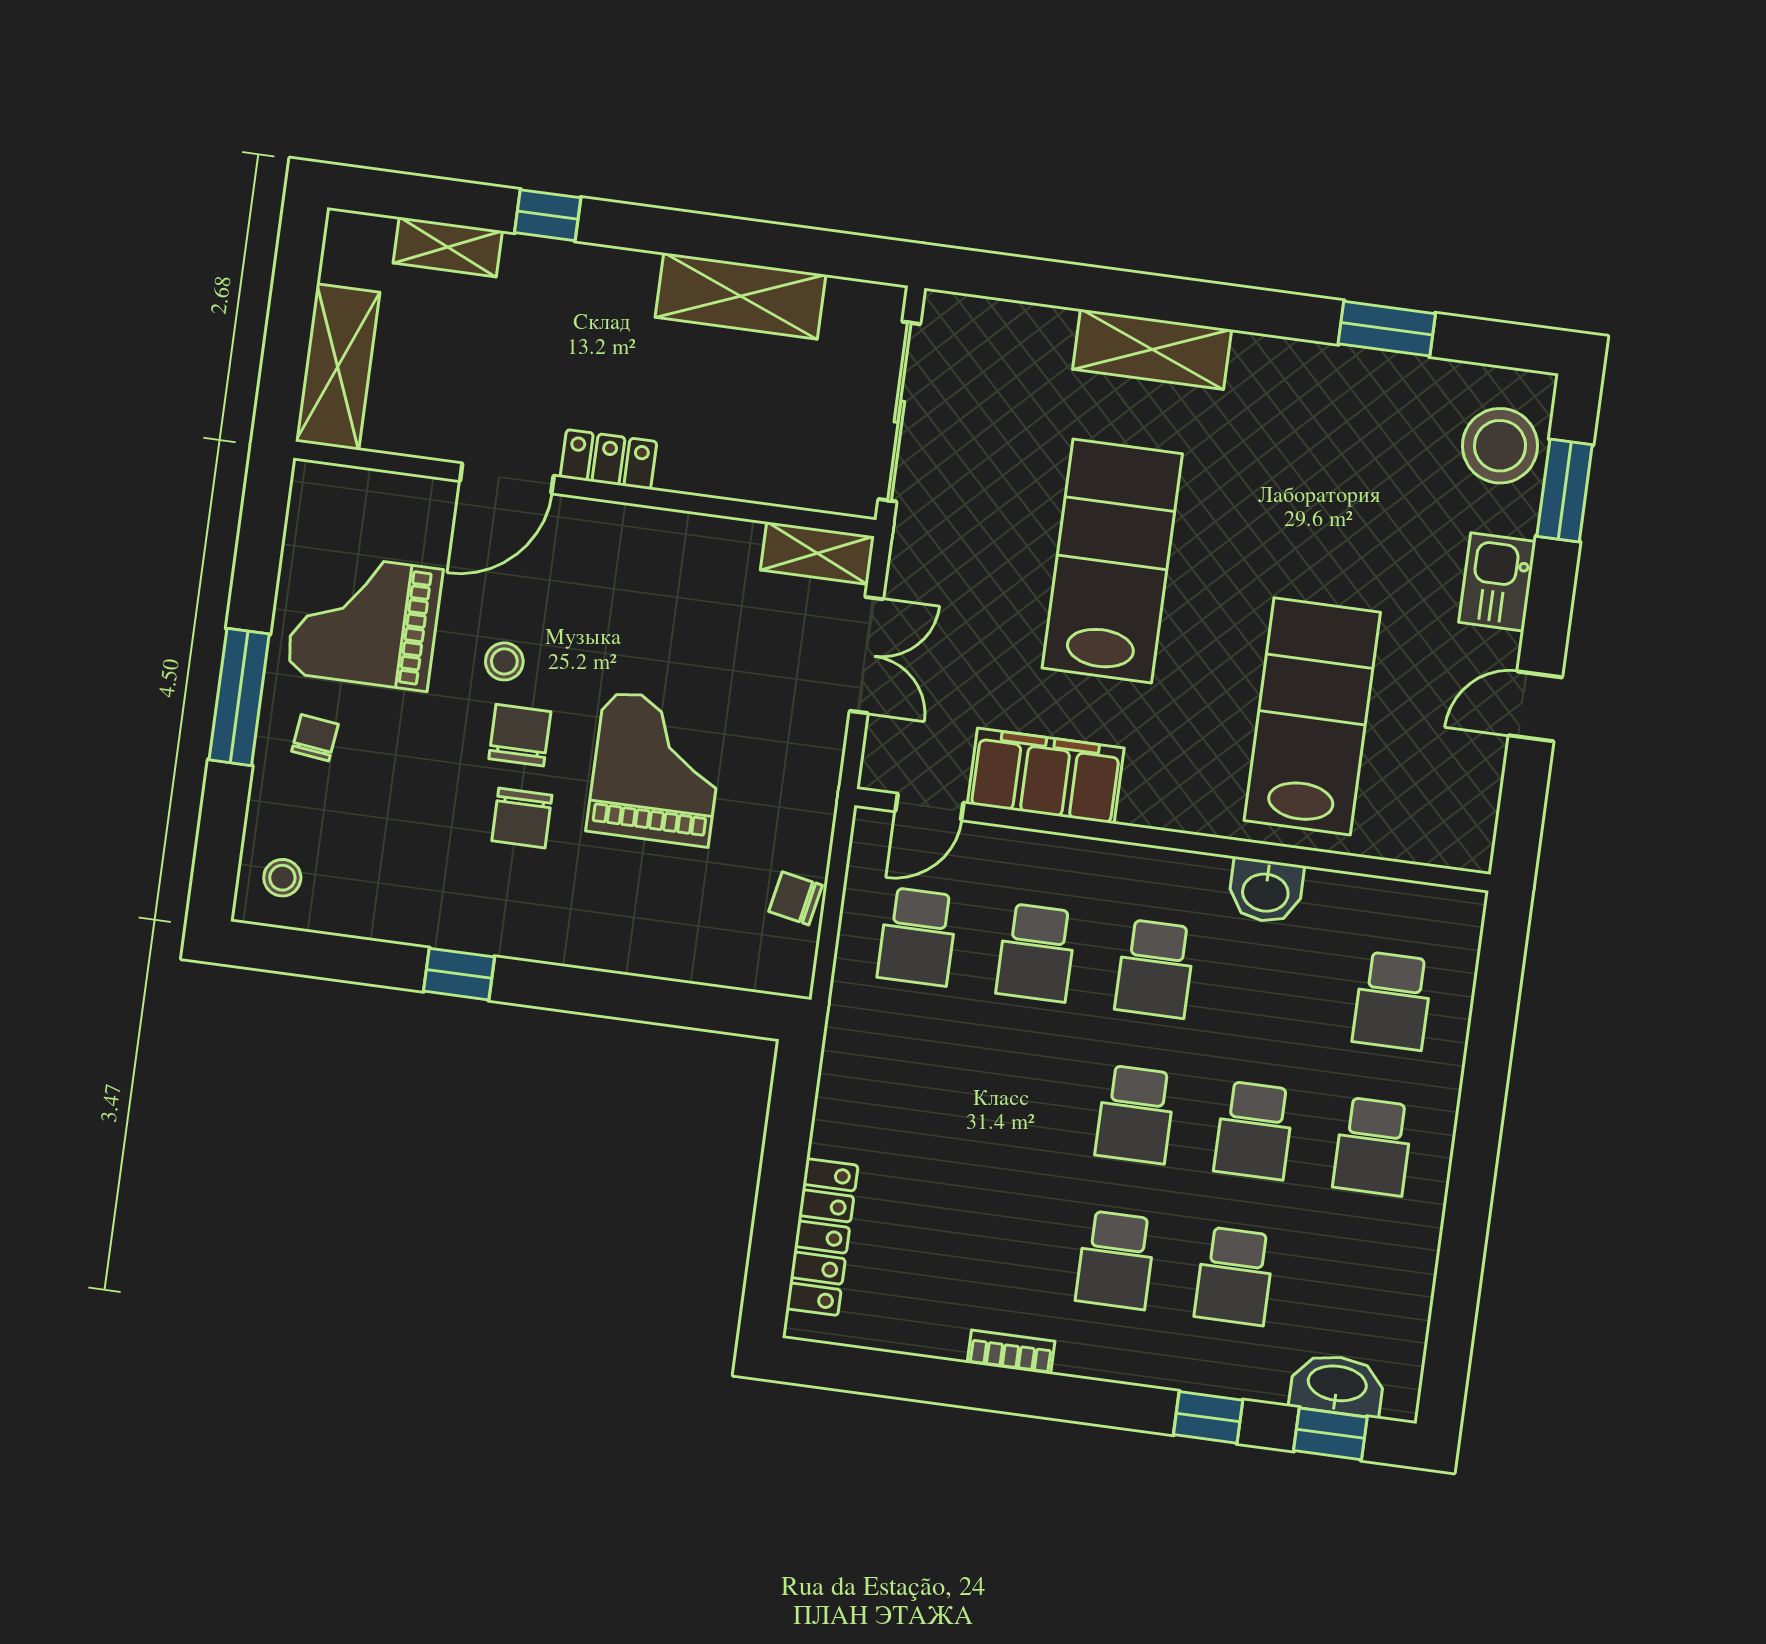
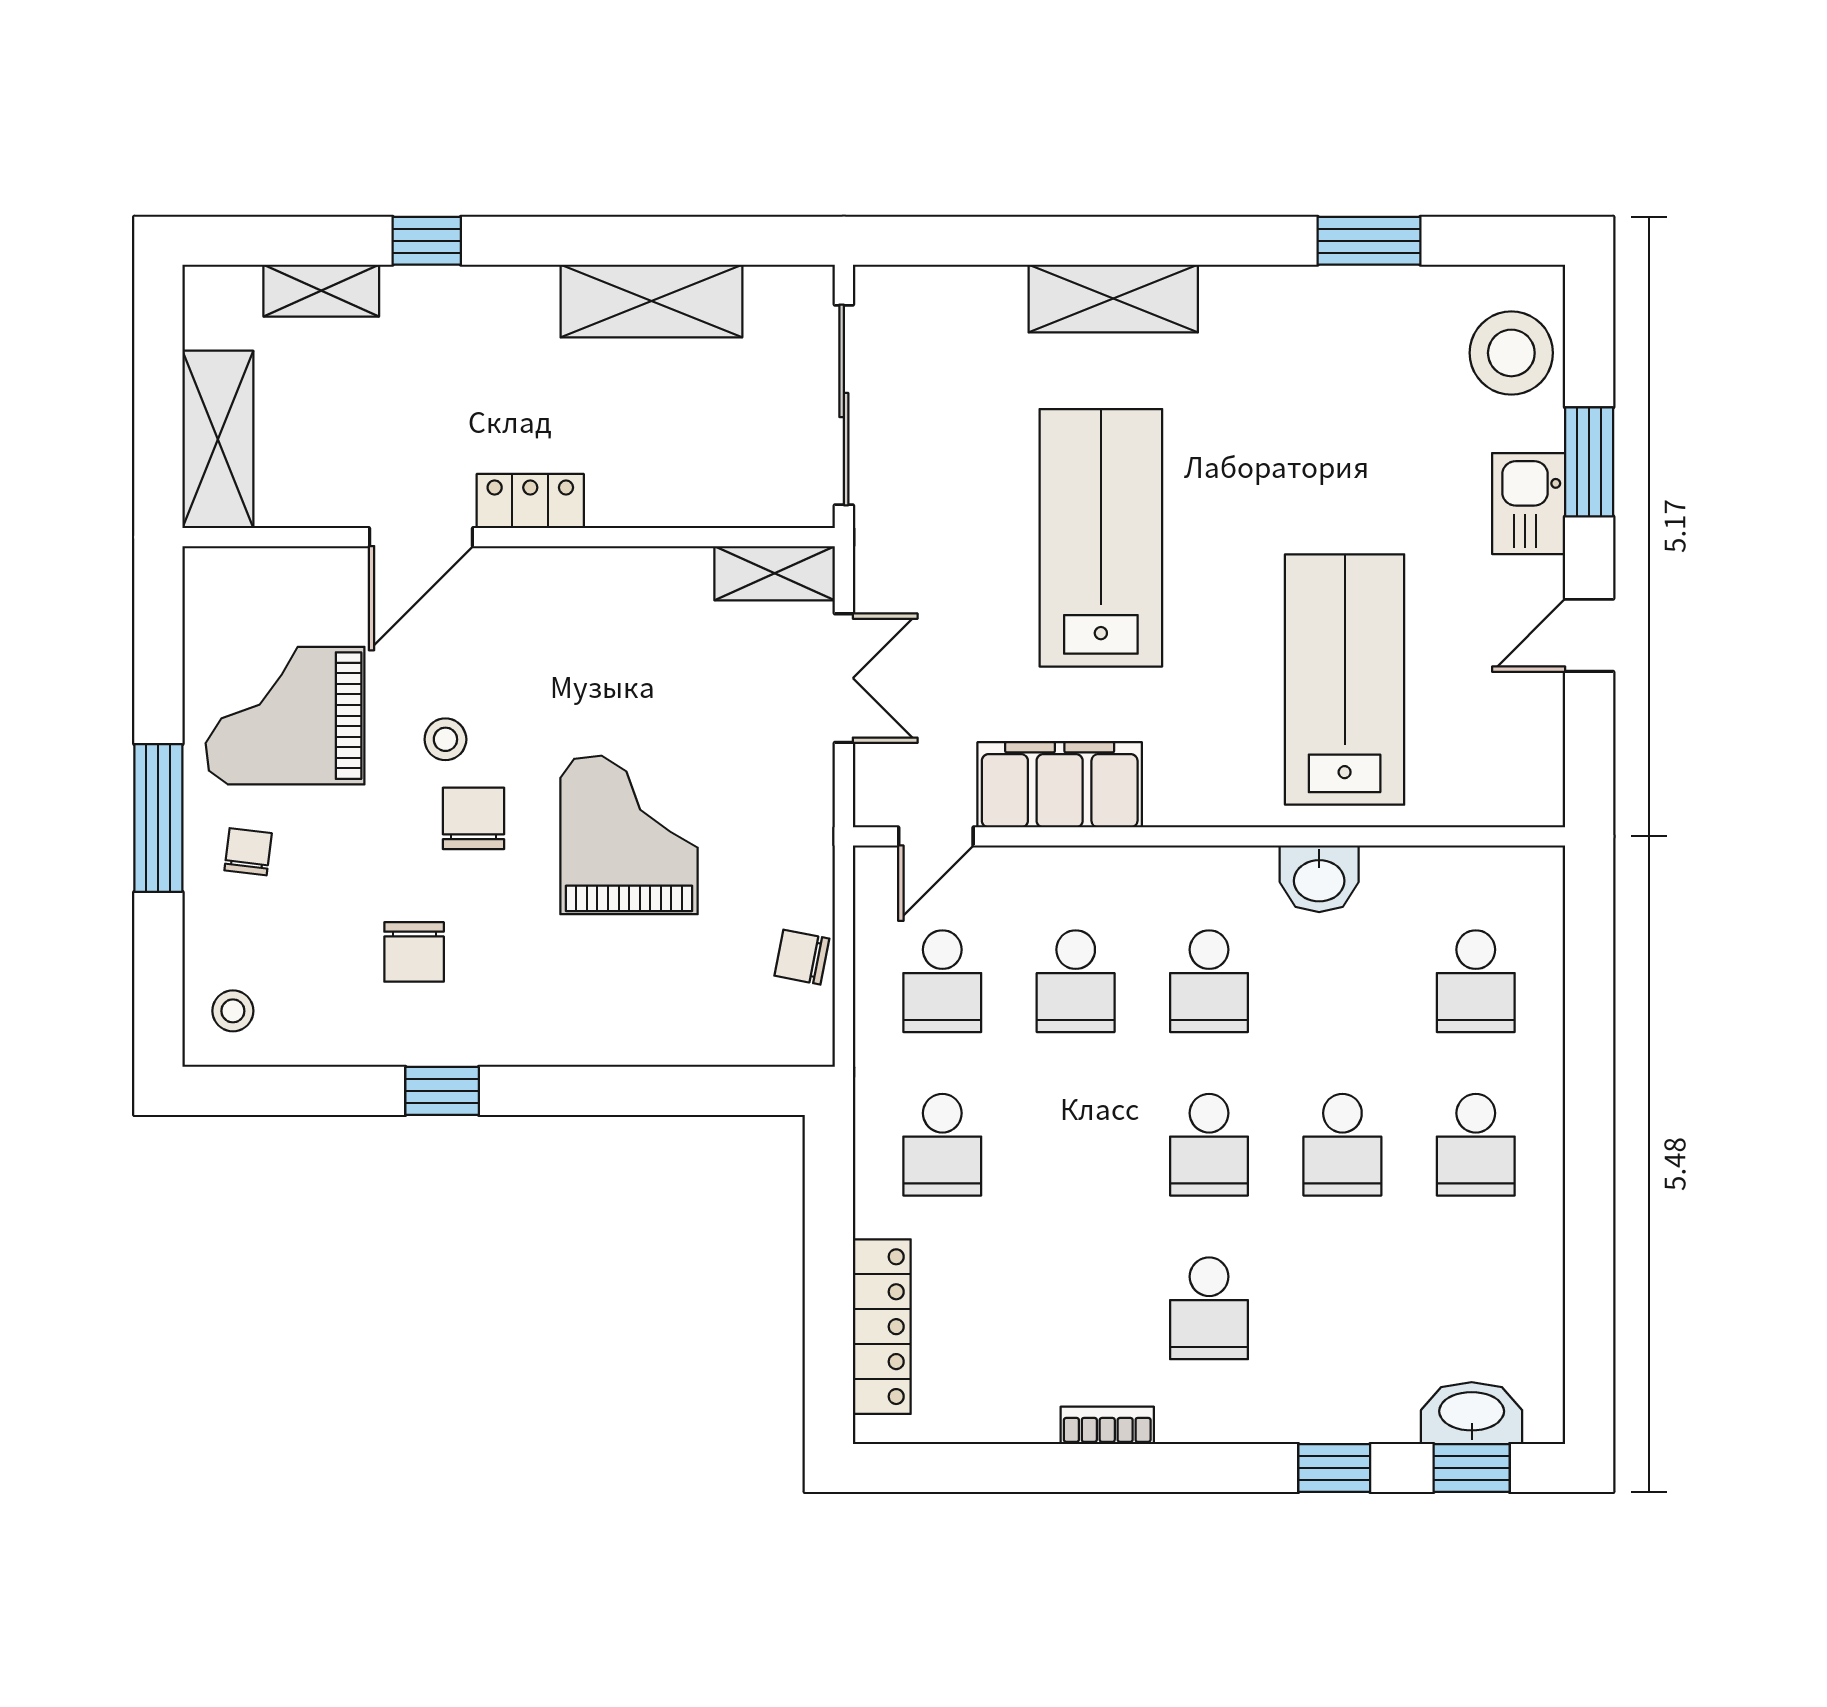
window: (1565, 491) -> (1589, 462), moved
chair: (522, 818) -> (414, 952), moved
school desk: (1235, 1276) -> (942, 1145), moved

